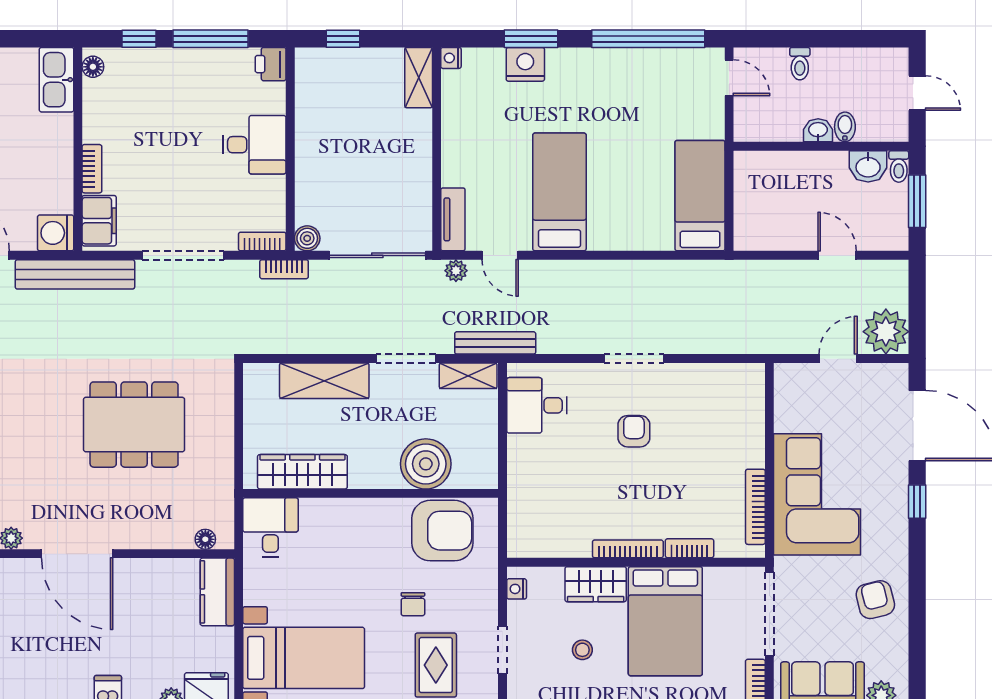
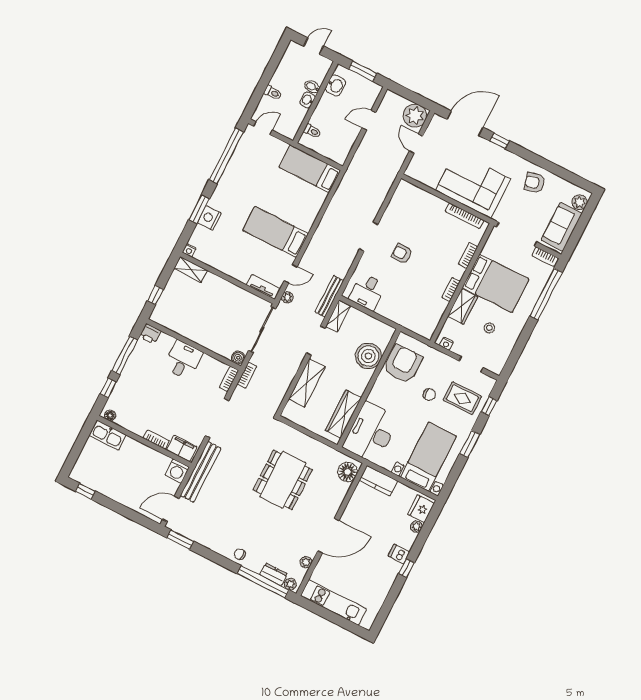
toilet: (899, 166) -> (312, 131), moved
desk: (270, 527) -> (371, 433), width x1.87, depth x1.30
floor lamp: (205, 539) -> (347, 472), width x1.89, depth x1.89
bookcase: (628, 549) -> (451, 289), width x0.64

